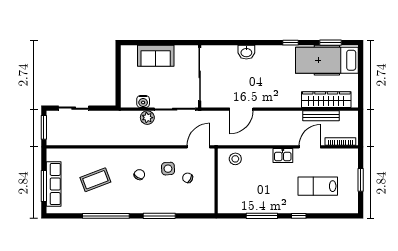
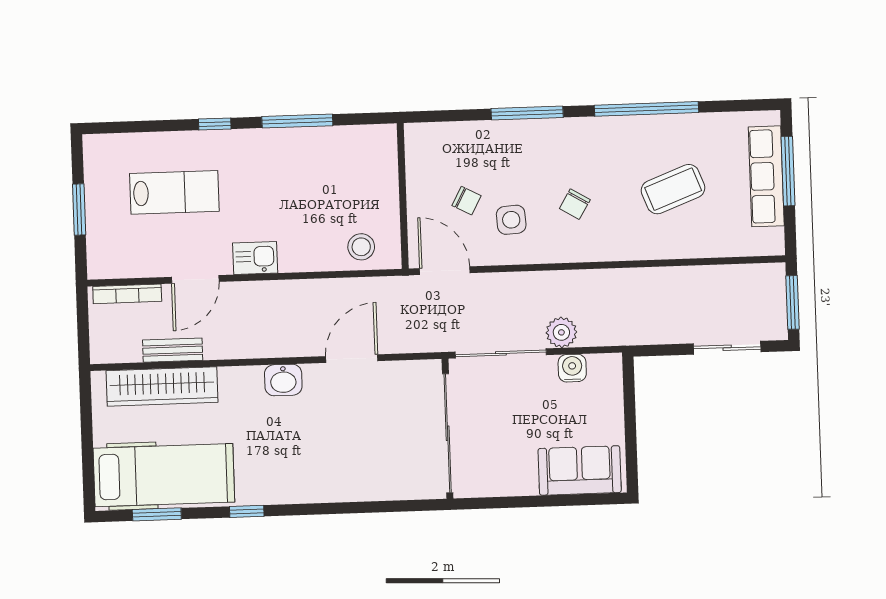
washbasin: (246, 52) -> (283, 380), moved, turned 180
sofa: (156, 56) -> (580, 470), moved
bench: (321, 116) -> (173, 350), width x0.73
door: (198, 147) -> (445, 271), swing flipped

